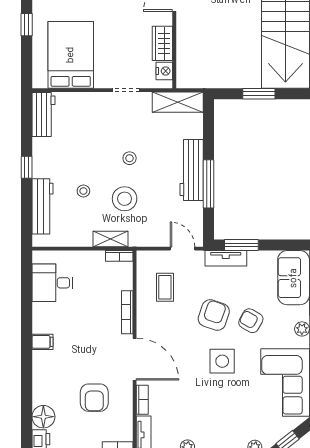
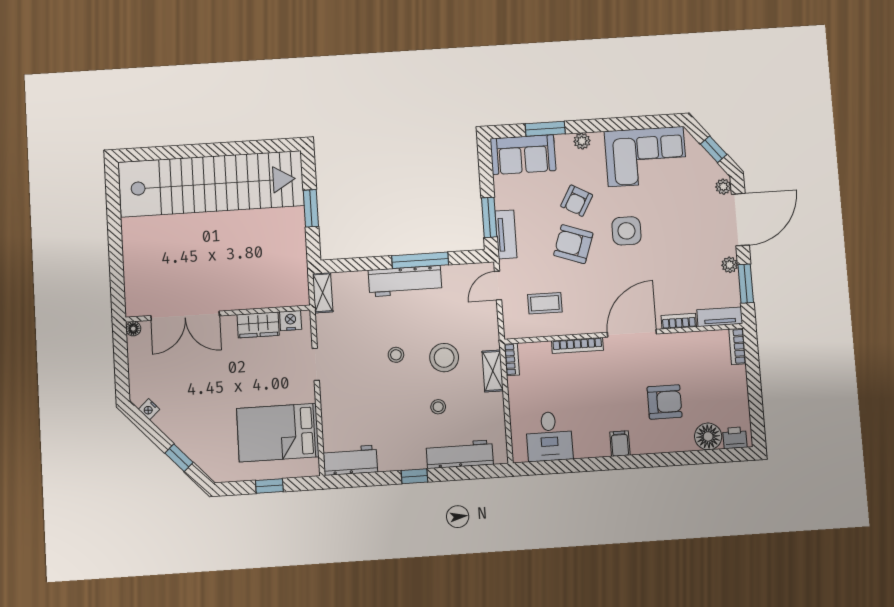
window: (27, 25) -> (269, 486), moved
shelving: (178, 102) -> (323, 293), width x0.67, depth x0.75
armchair: (94, 398) -> (665, 402), moved

